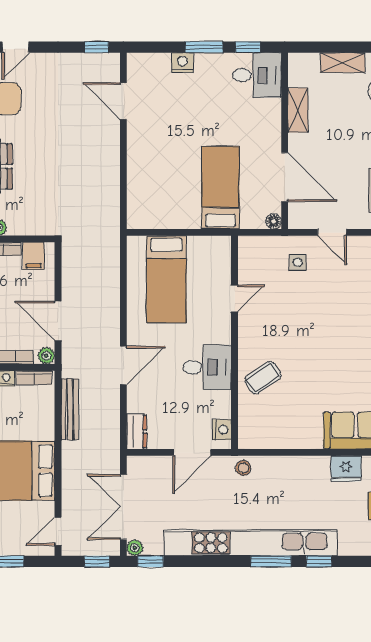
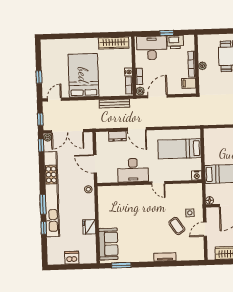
door: (235, 298) -> (158, 183), moved
desk: (207, 367) -> (133, 170), width x1.37
coffee table: (263, 378) -> (177, 226), moved
nightstand: (222, 430) -> (197, 175), moved
dresser: (137, 431) -> (117, 136), moved
fridge: (346, 469) -> (89, 227), moved
double door: (123, 507) -> (67, 131), swing flipped
door: (58, 531) -> (54, 100), hinge flipped

